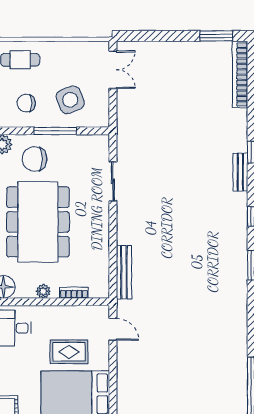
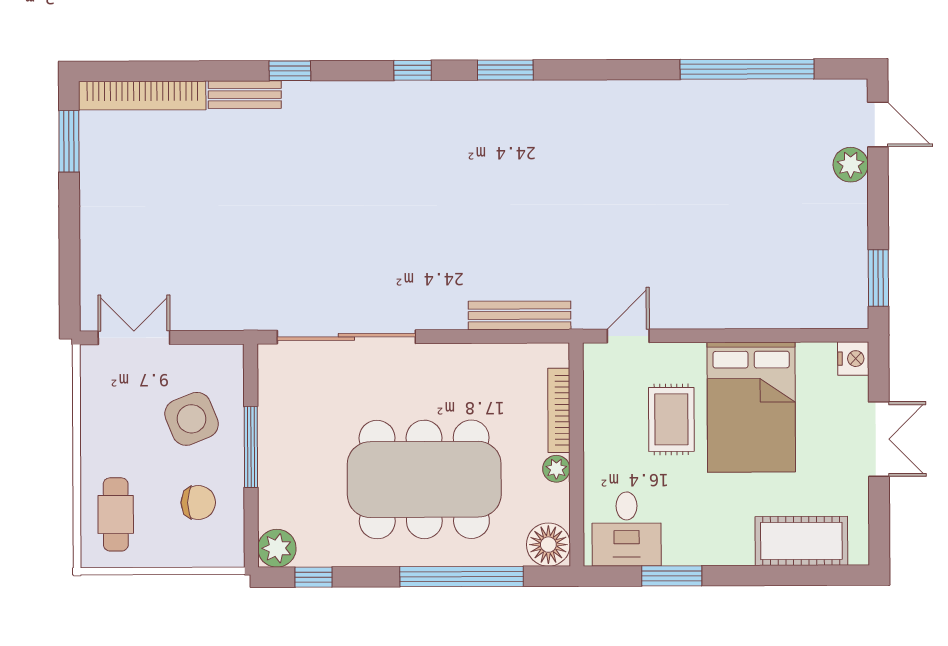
chair: (26, 103) -> (198, 503), turned -90
chair: (35, 159) -> (304, 486), removed
bench: (240, 172) -> (245, 95), moved
sliding door: (113, 181) -> (346, 337), width x1.86
bookcase: (74, 293) -> (559, 410), width x1.56

